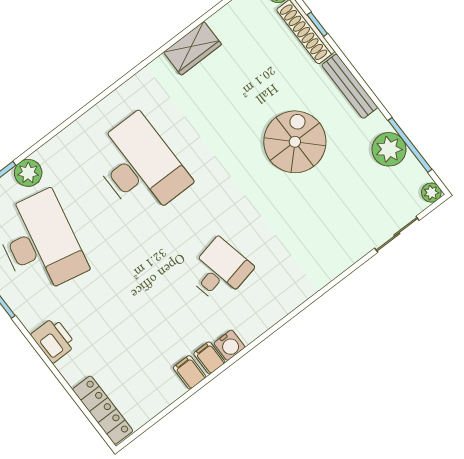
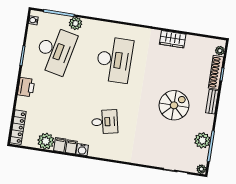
bench: (350, 86) -> (212, 102), width x0.73
plant: (164, 388) -> (46, 141), added

